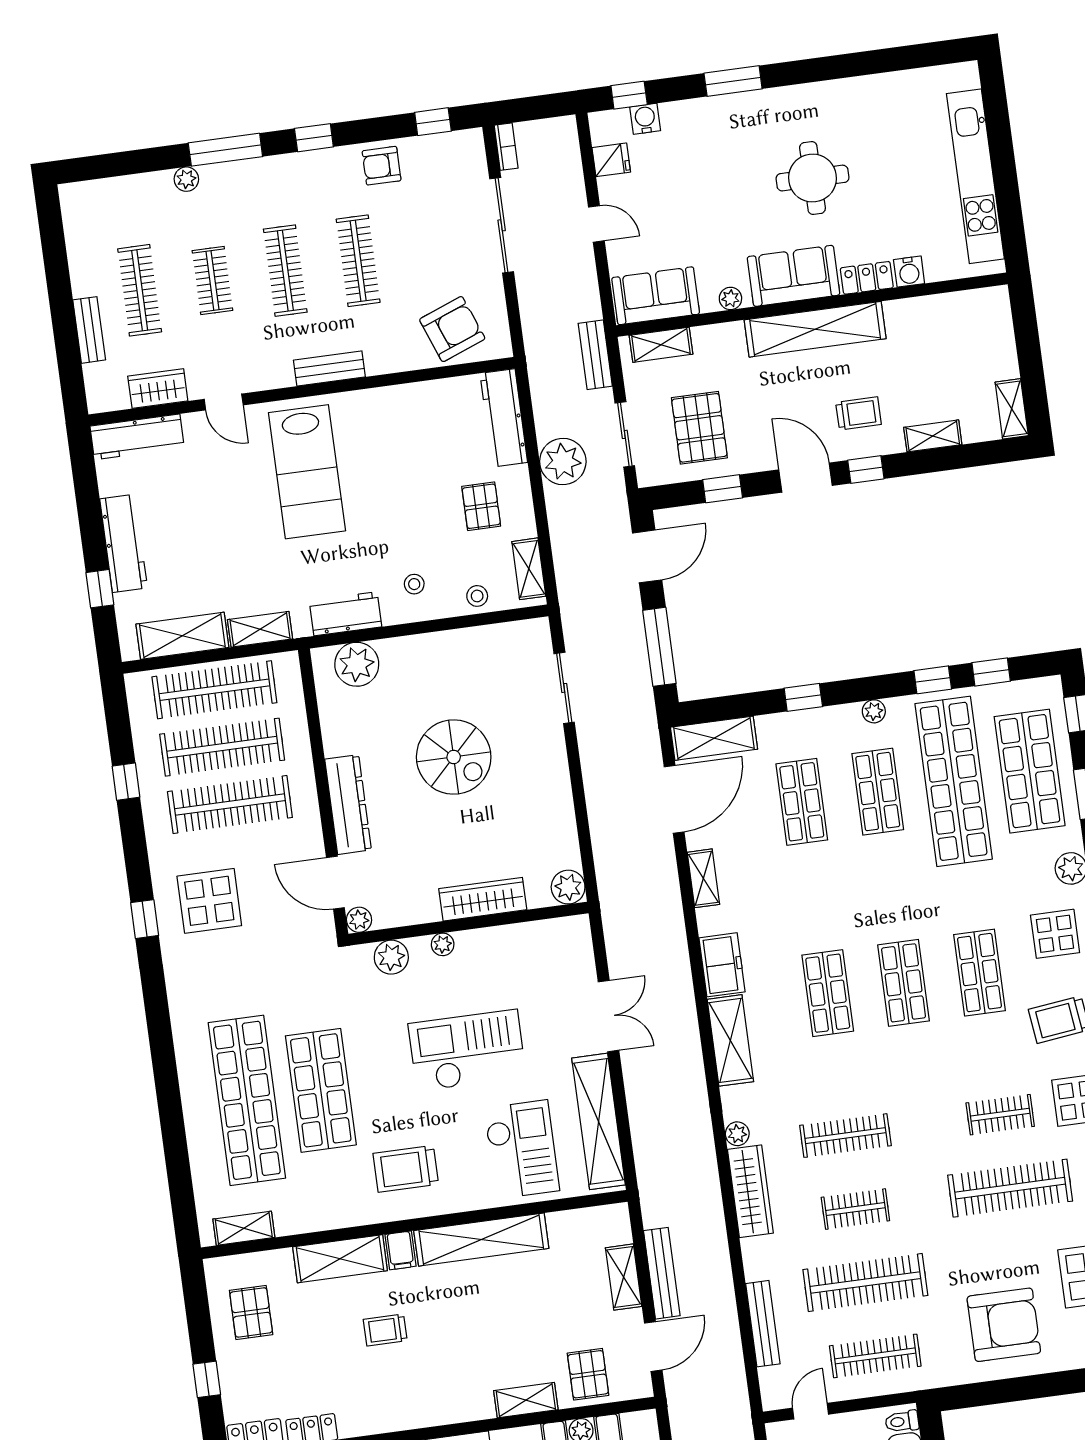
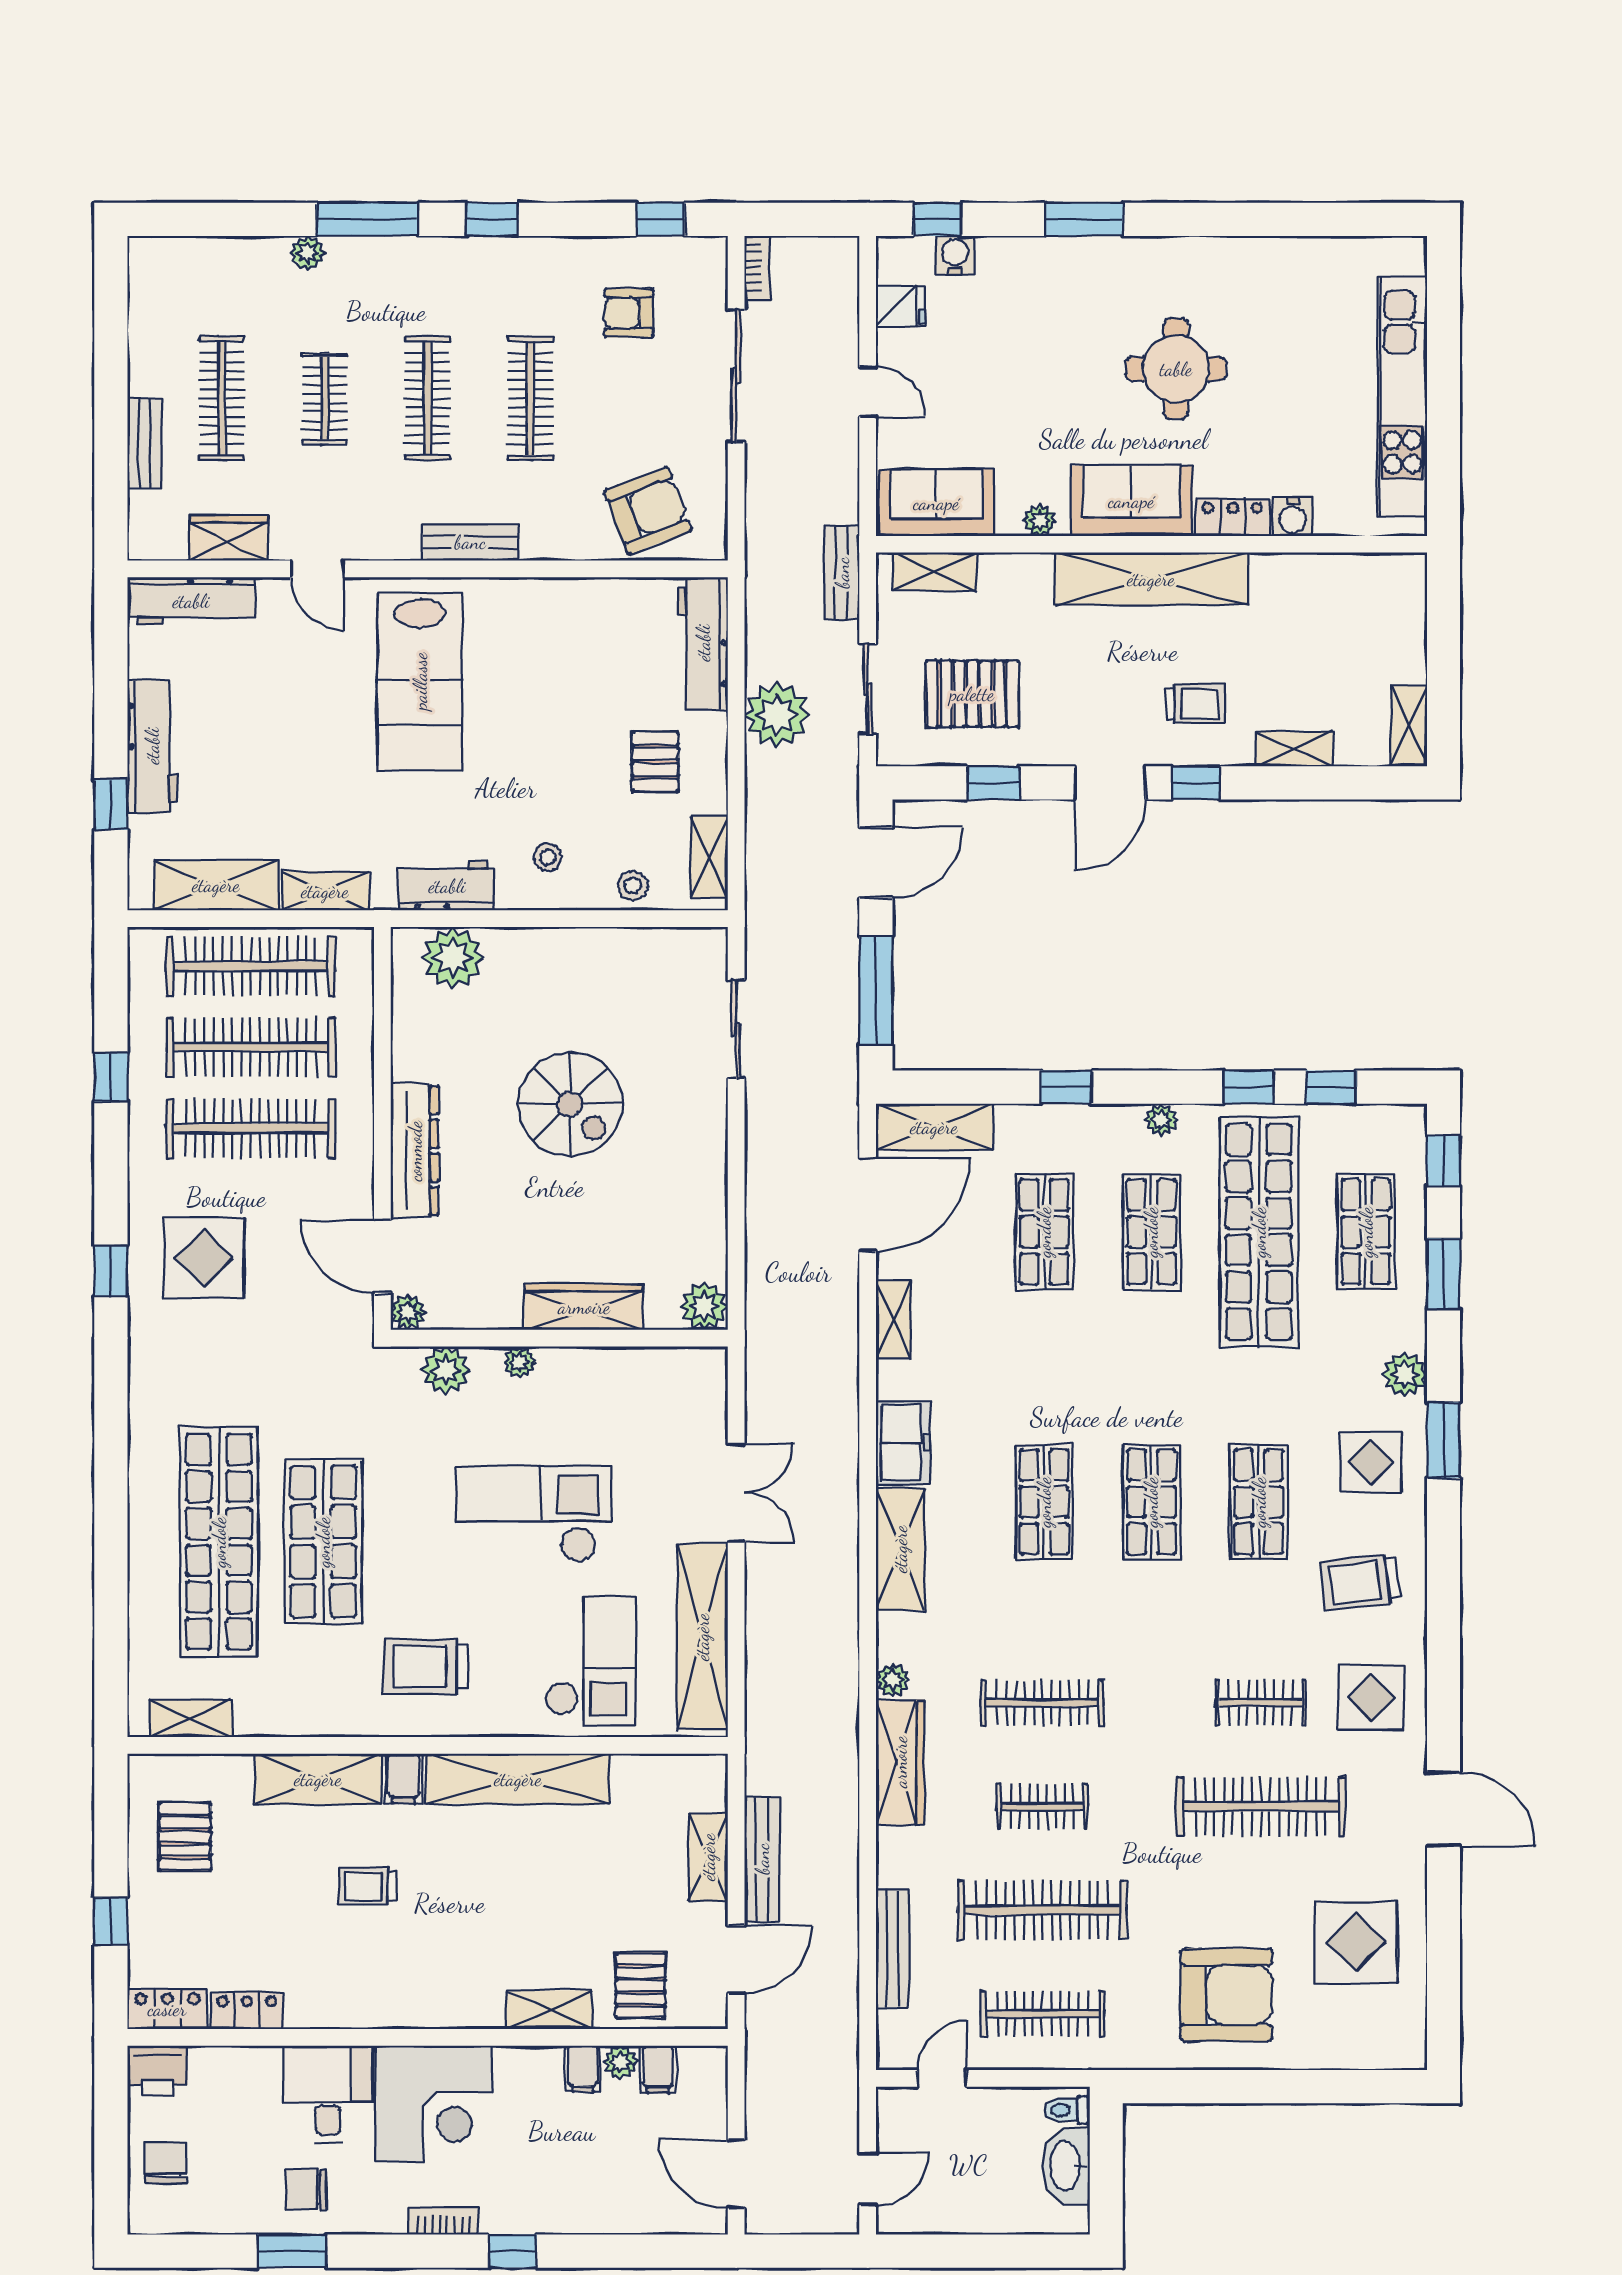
armchair: (382, 166) -> (629, 313), moved
pallet: (699, 428) -> (972, 694), turned 90
door: (806, 478) -> (1110, 783), swing flipped
shop shelf: (1030, 771) -> (1366, 1232), width x0.70, depth x0.74

